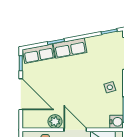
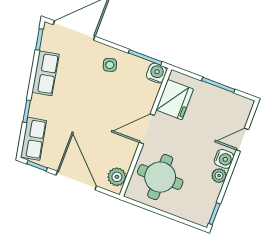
row of seats: (70, 48) -> (45, 73), moved
door: (21, 94) -> (76, 181), hinge flipped
plant: (55, 122) -> (117, 177), moved

